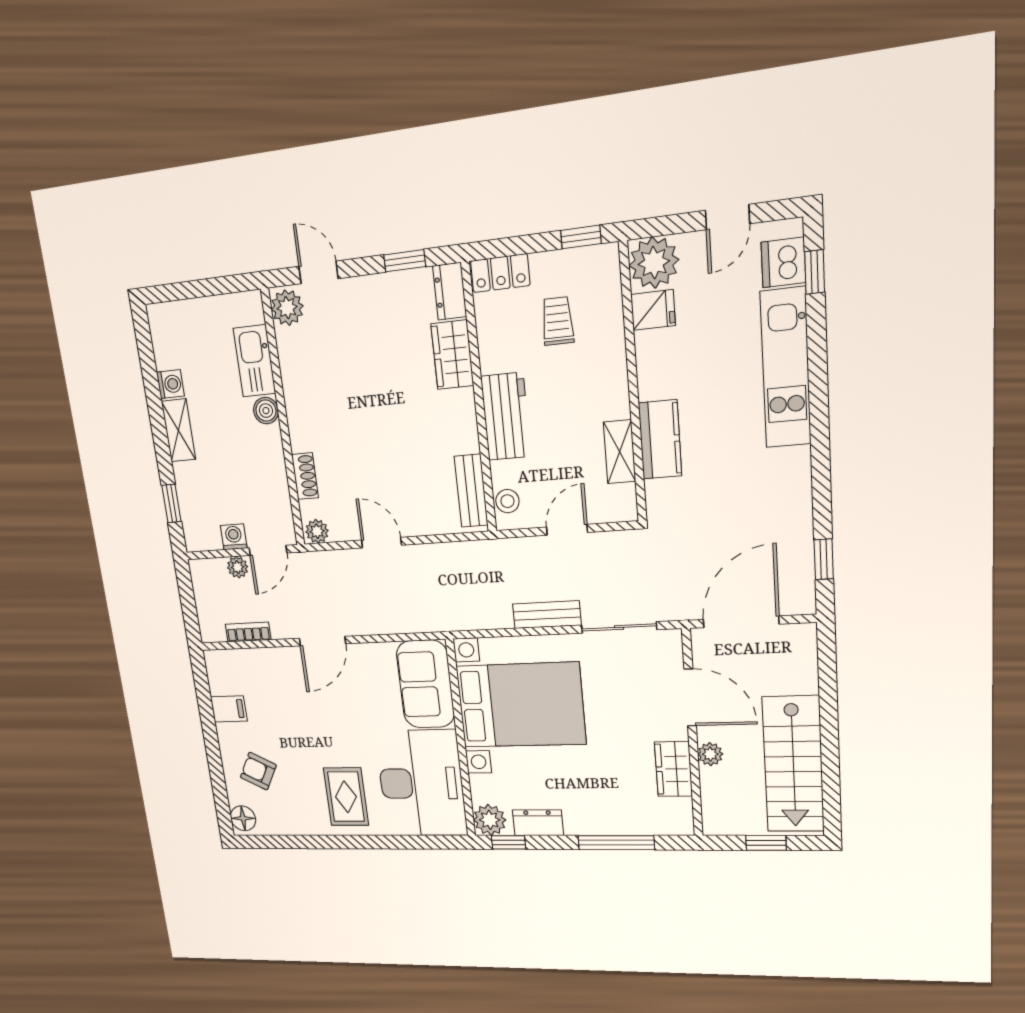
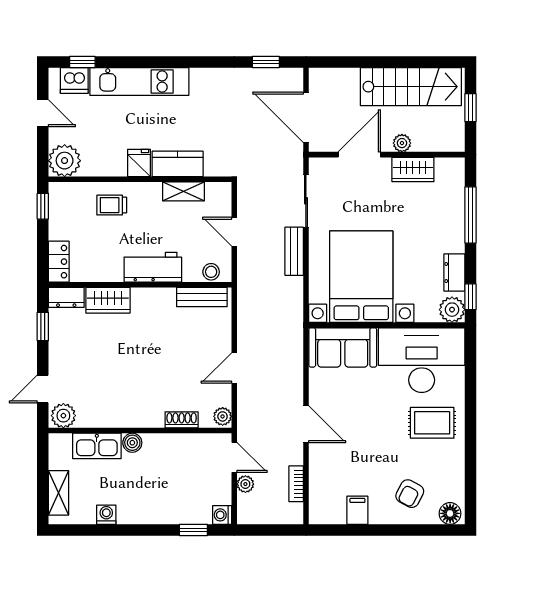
fridge: (653, 310) -> (139, 163), moved
trolley: (558, 321) -> (112, 205), moved
shelving: (178, 430) -> (59, 493), moved, turned 90
washing machine: (234, 537) -> (222, 515), moved

